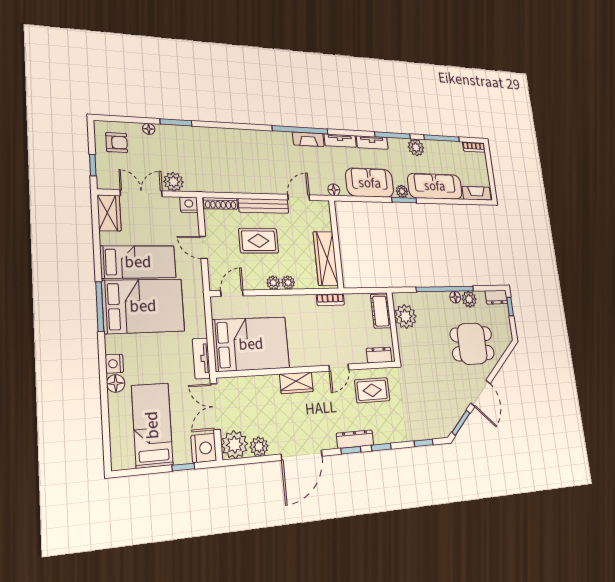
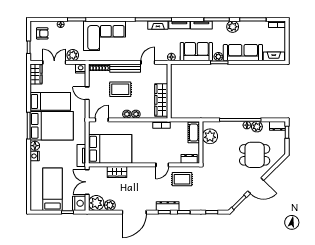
corner sofa: (225, 152) -> (104, 36), added
floor lamp: (116, 383) -> (35, 146), moved
wardrobe: (296, 383) -> (117, 172), moved
door: (480, 393) -> (256, 186), hinge flipped

